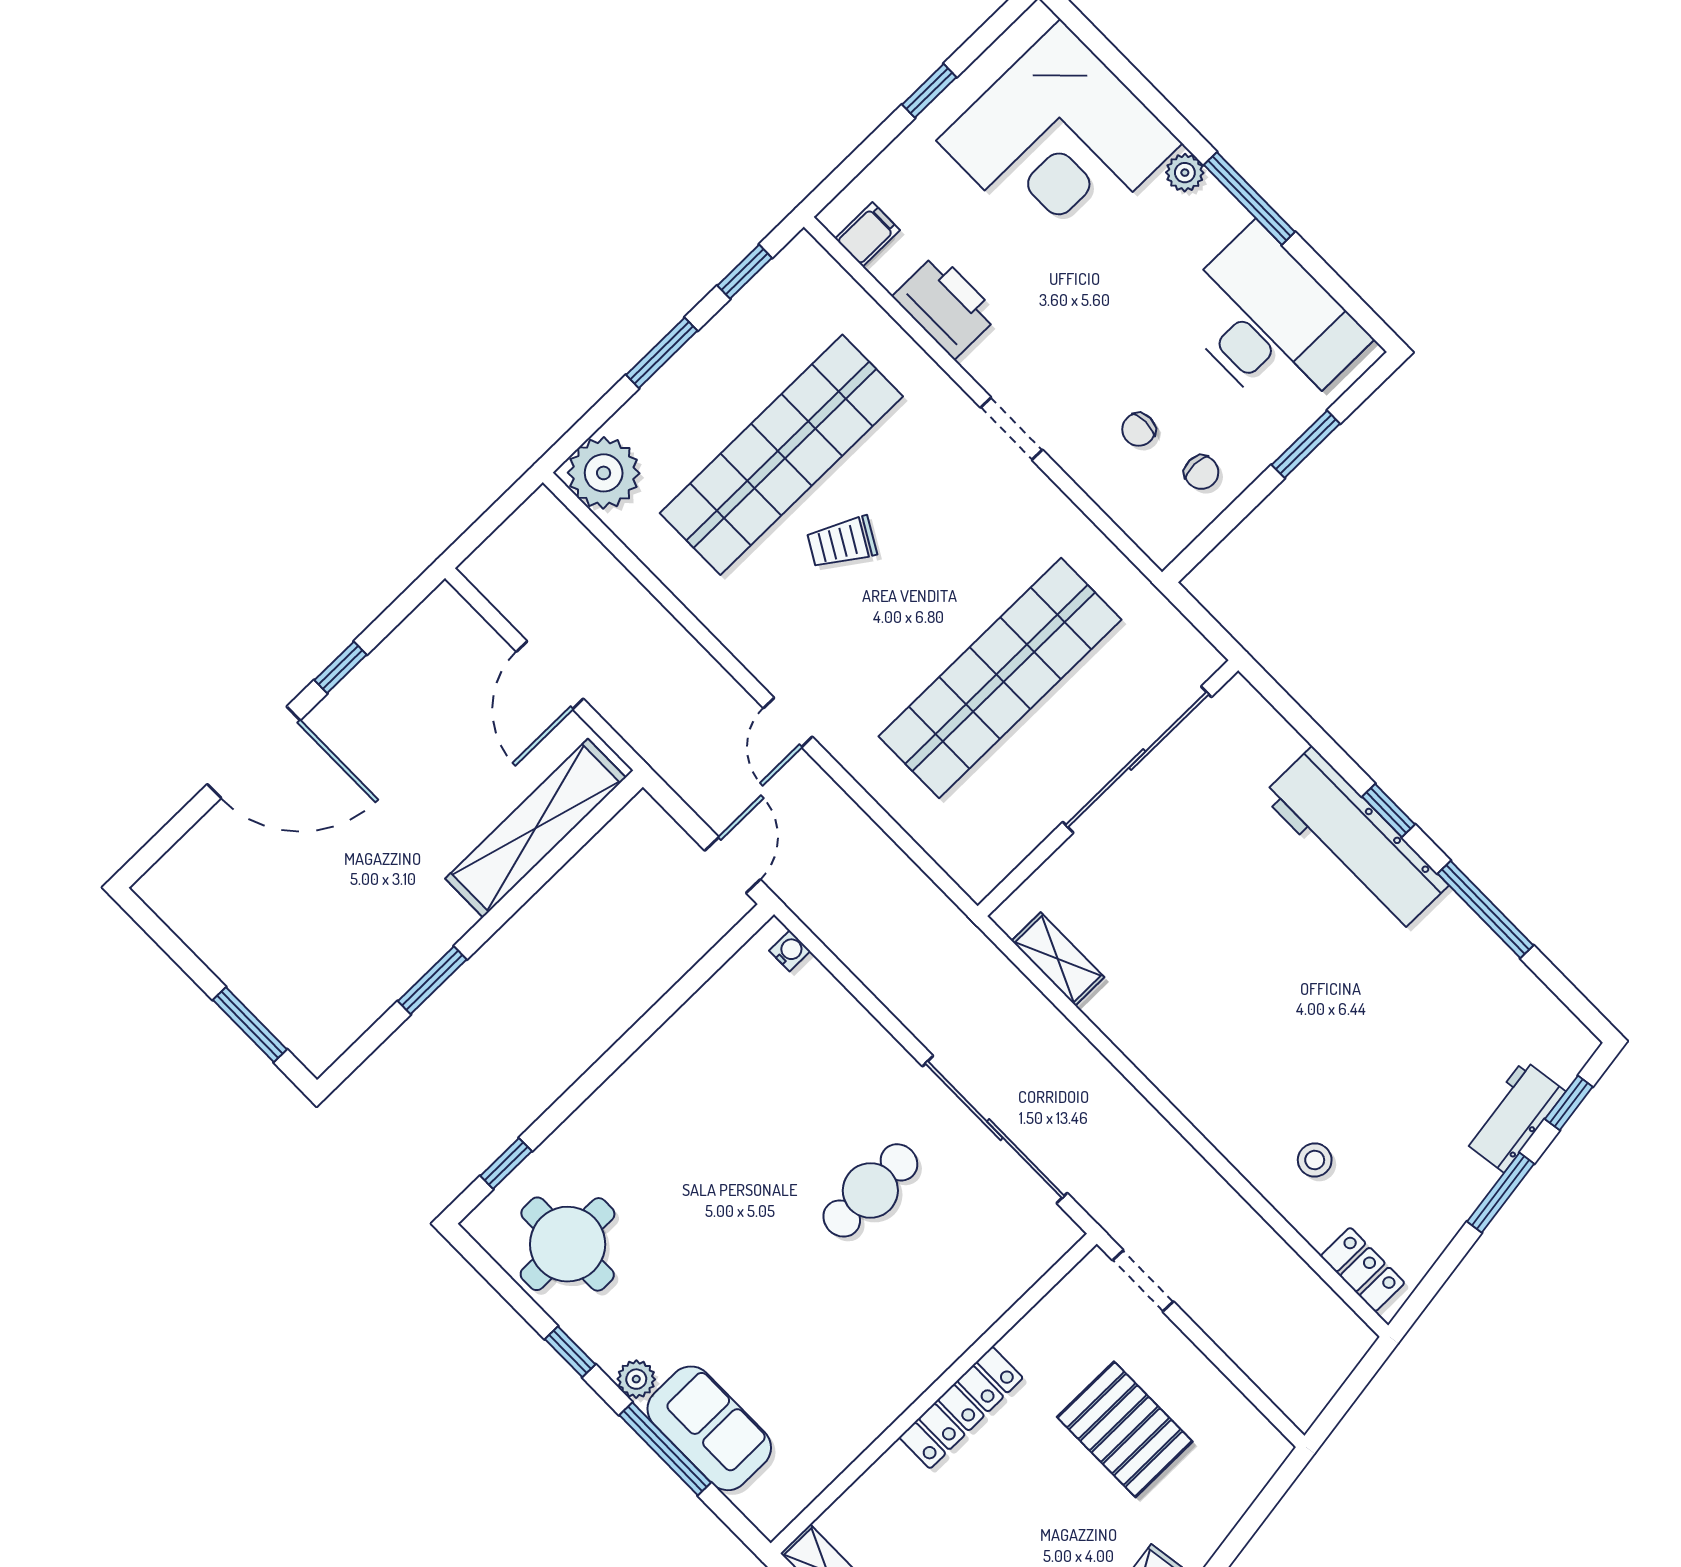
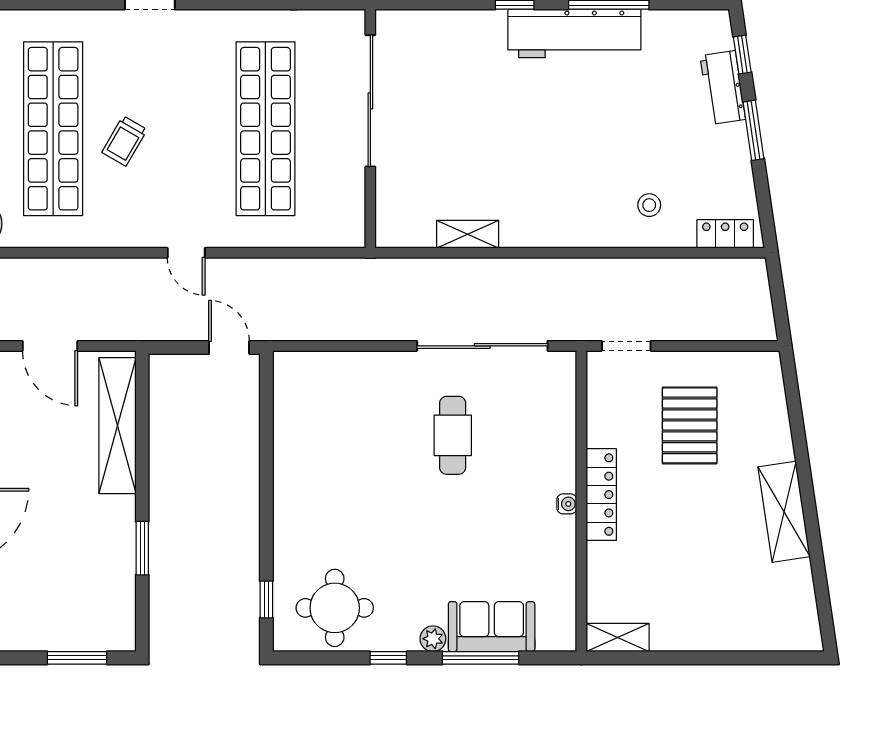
workbench: (1355, 840) -> (574, 33), moved
water cooler: (790, 951) -> (567, 504), moved, turned 90
shelving: (1058, 959) -> (468, 234), moved
pallet: (1125, 1429) -> (690, 425), turned 90

